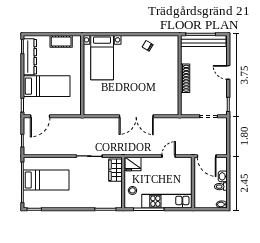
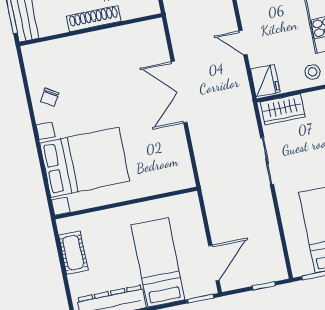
bed with nightstands: (102, 58) -> (85, 162), width x1.36
door: (40, 116) -> (214, 263), hinge flipped
double door: (136, 116) -> (179, 92), swing flipped
door: (169, 156) -> (243, 43), moved

